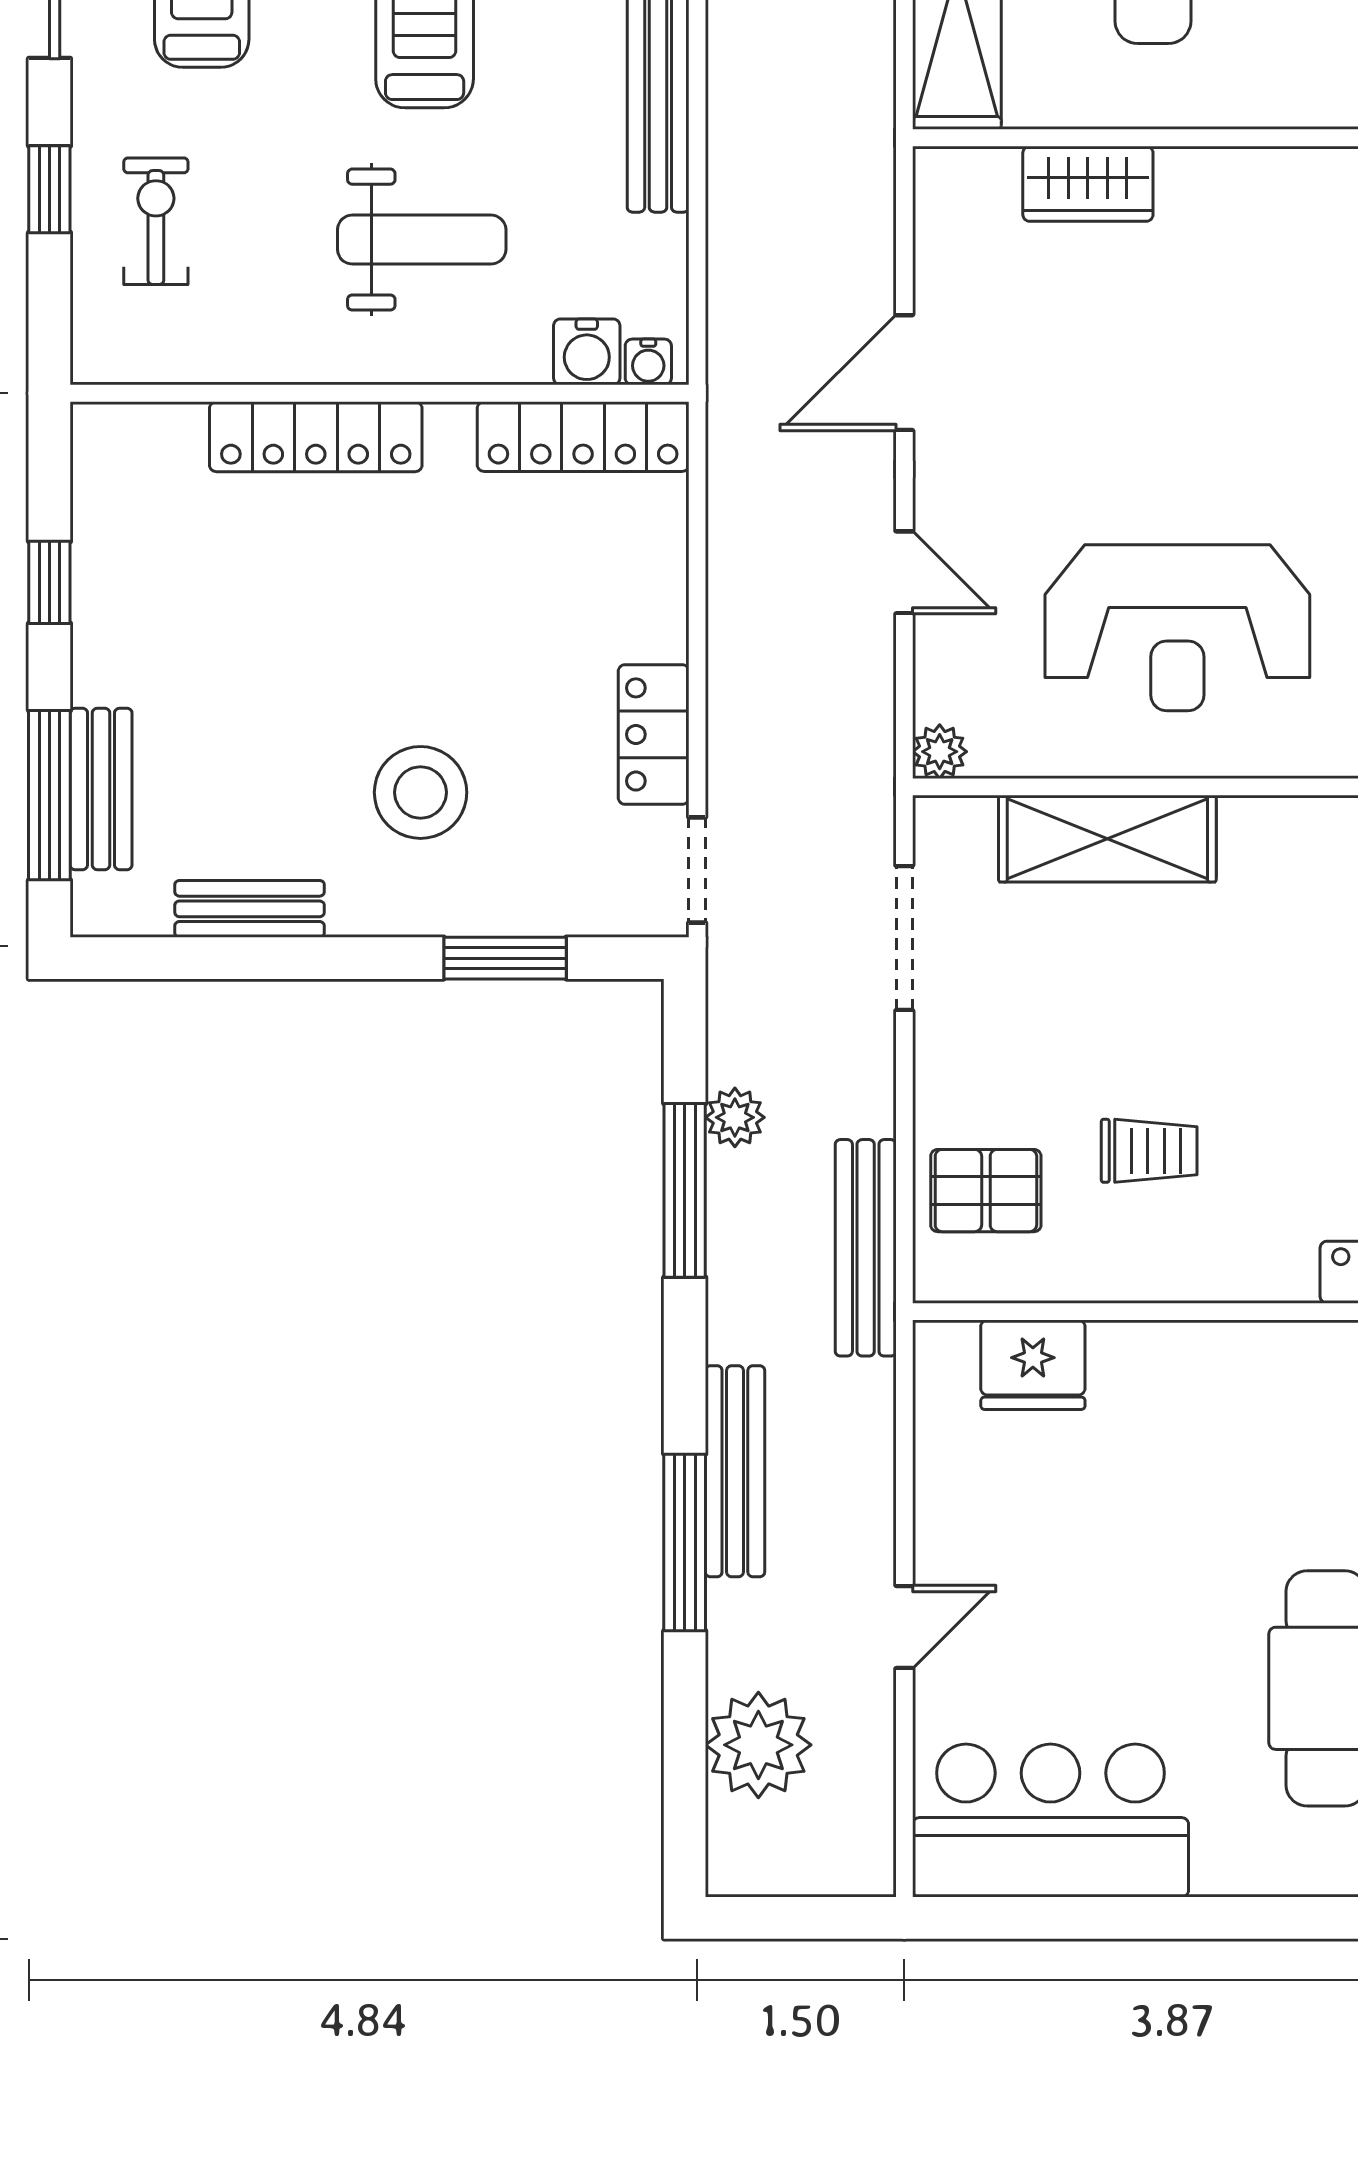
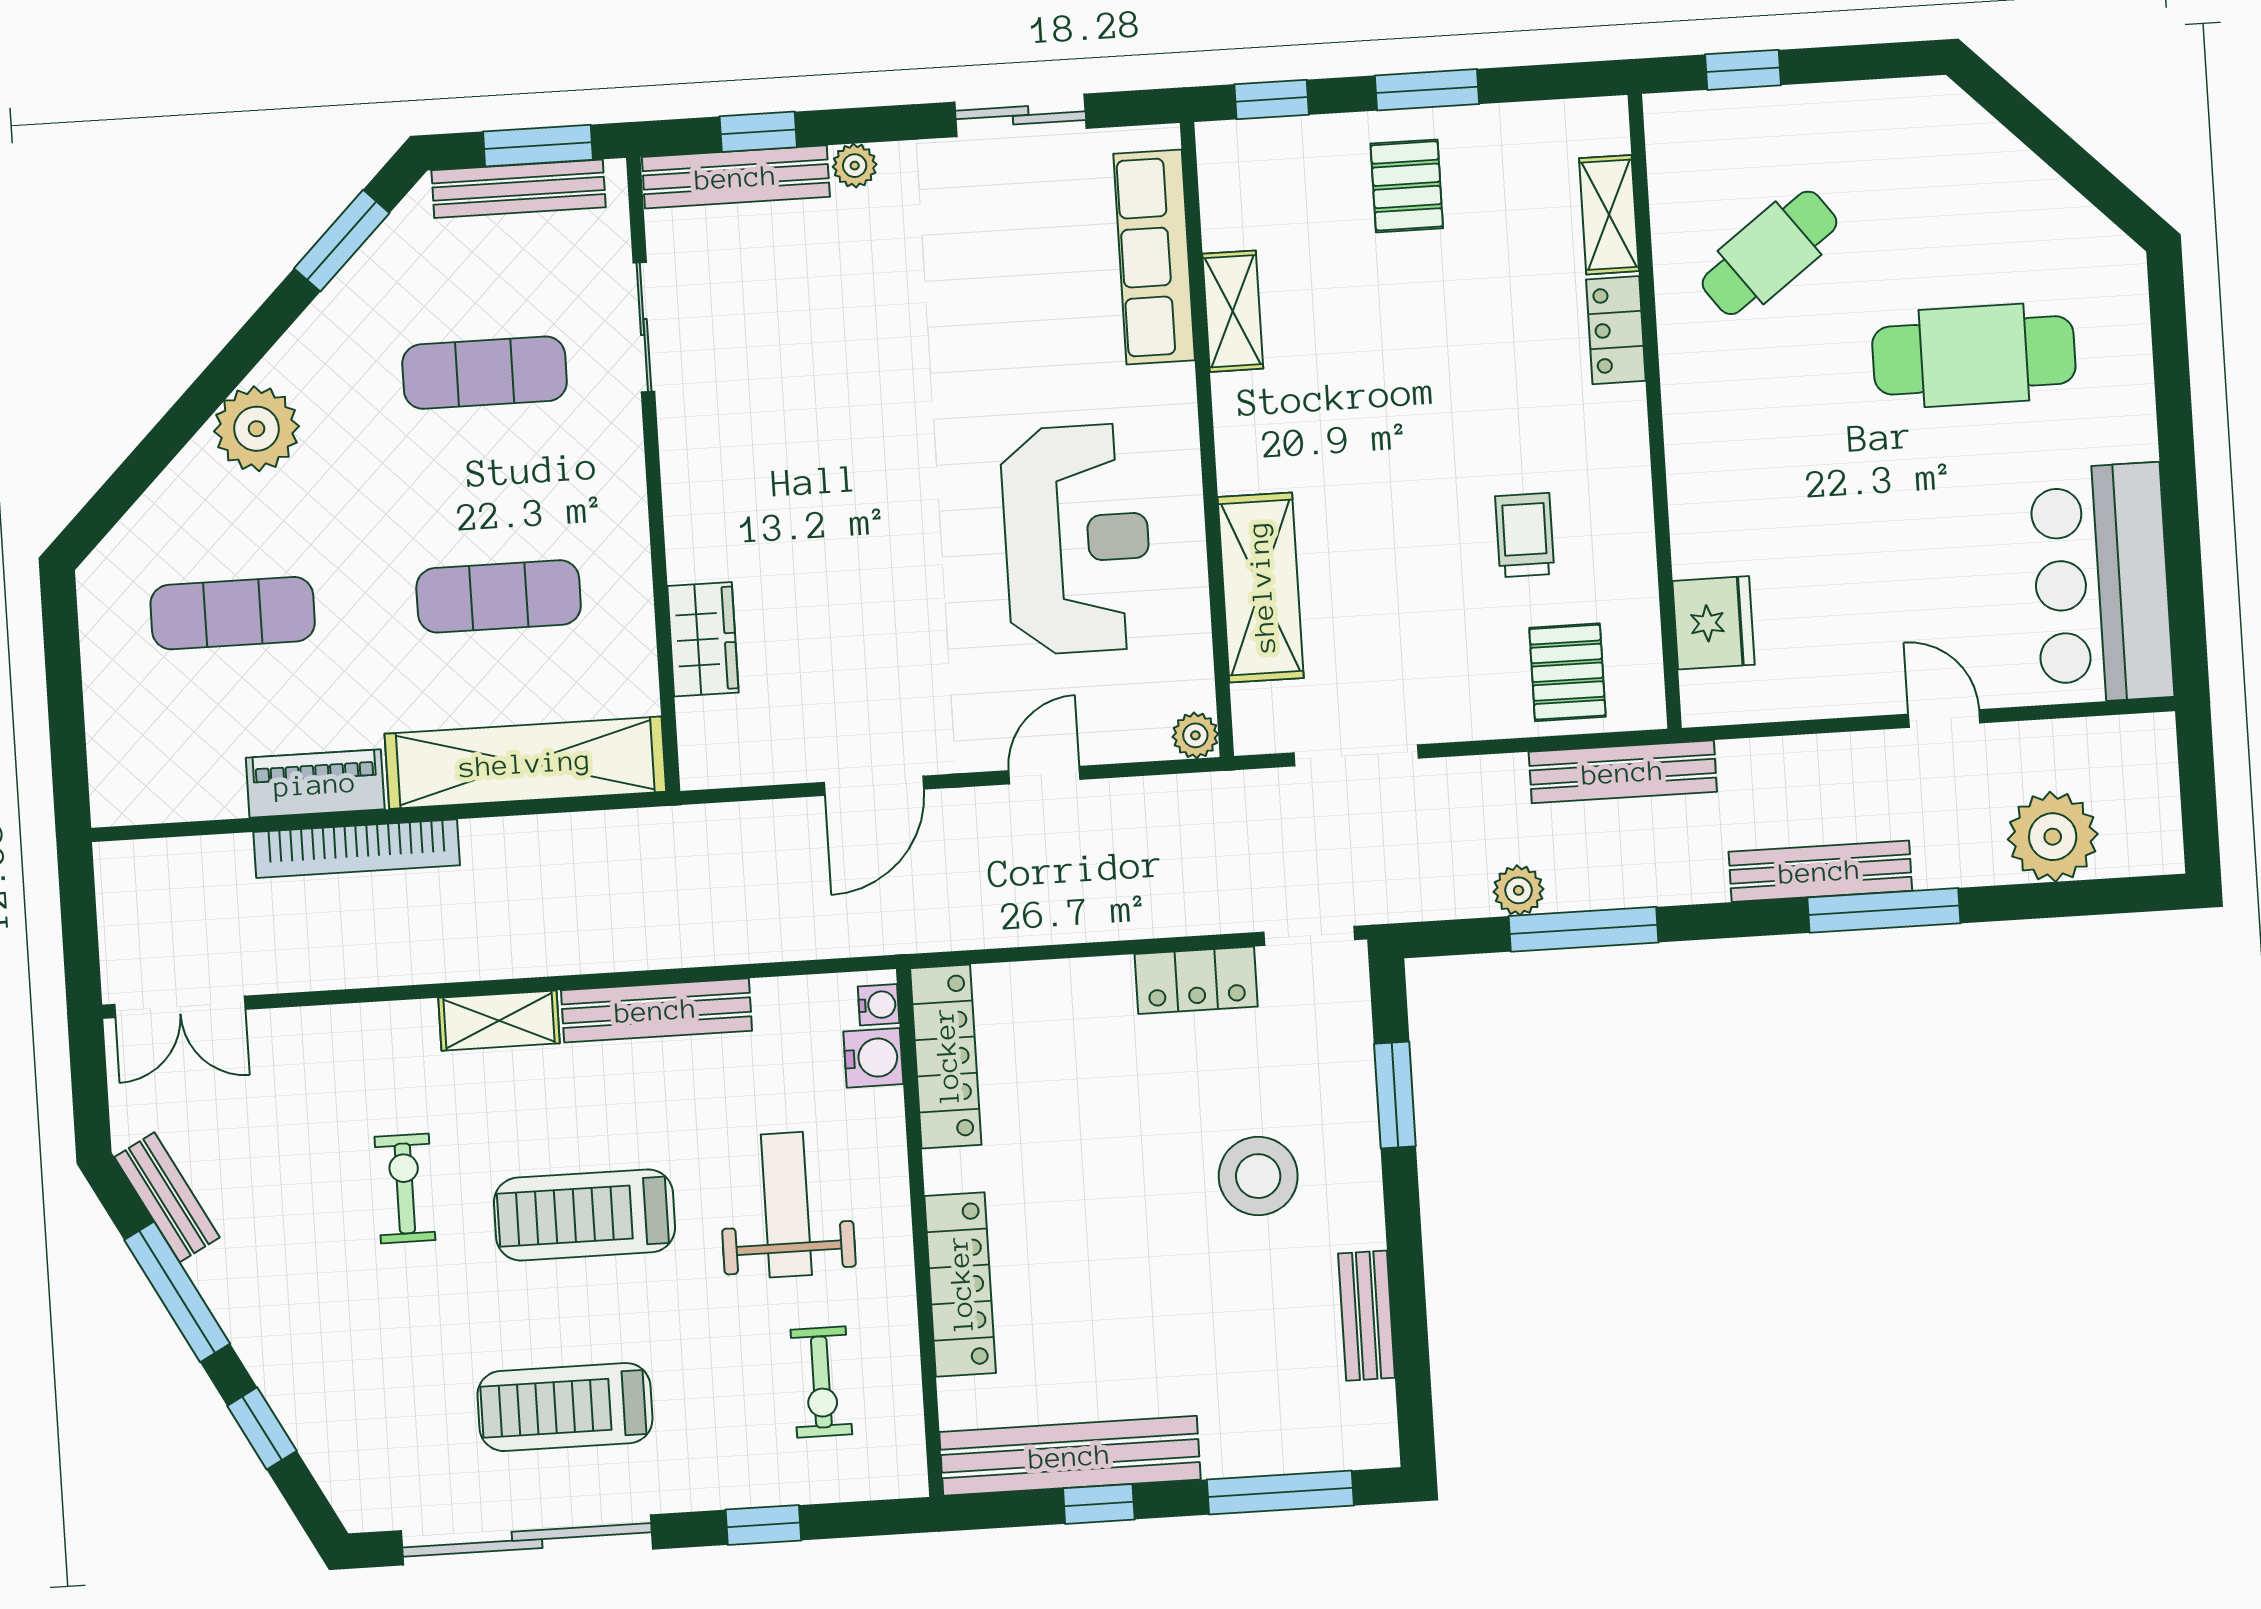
exercise bike: (156, 221) -> (821, 1382), moved, turned -90
door: (904, 373) -> (874, 786), hinge flipped
bench: (101, 789) -> (1070, 1456), moved, width x1.86, depth x1.21

